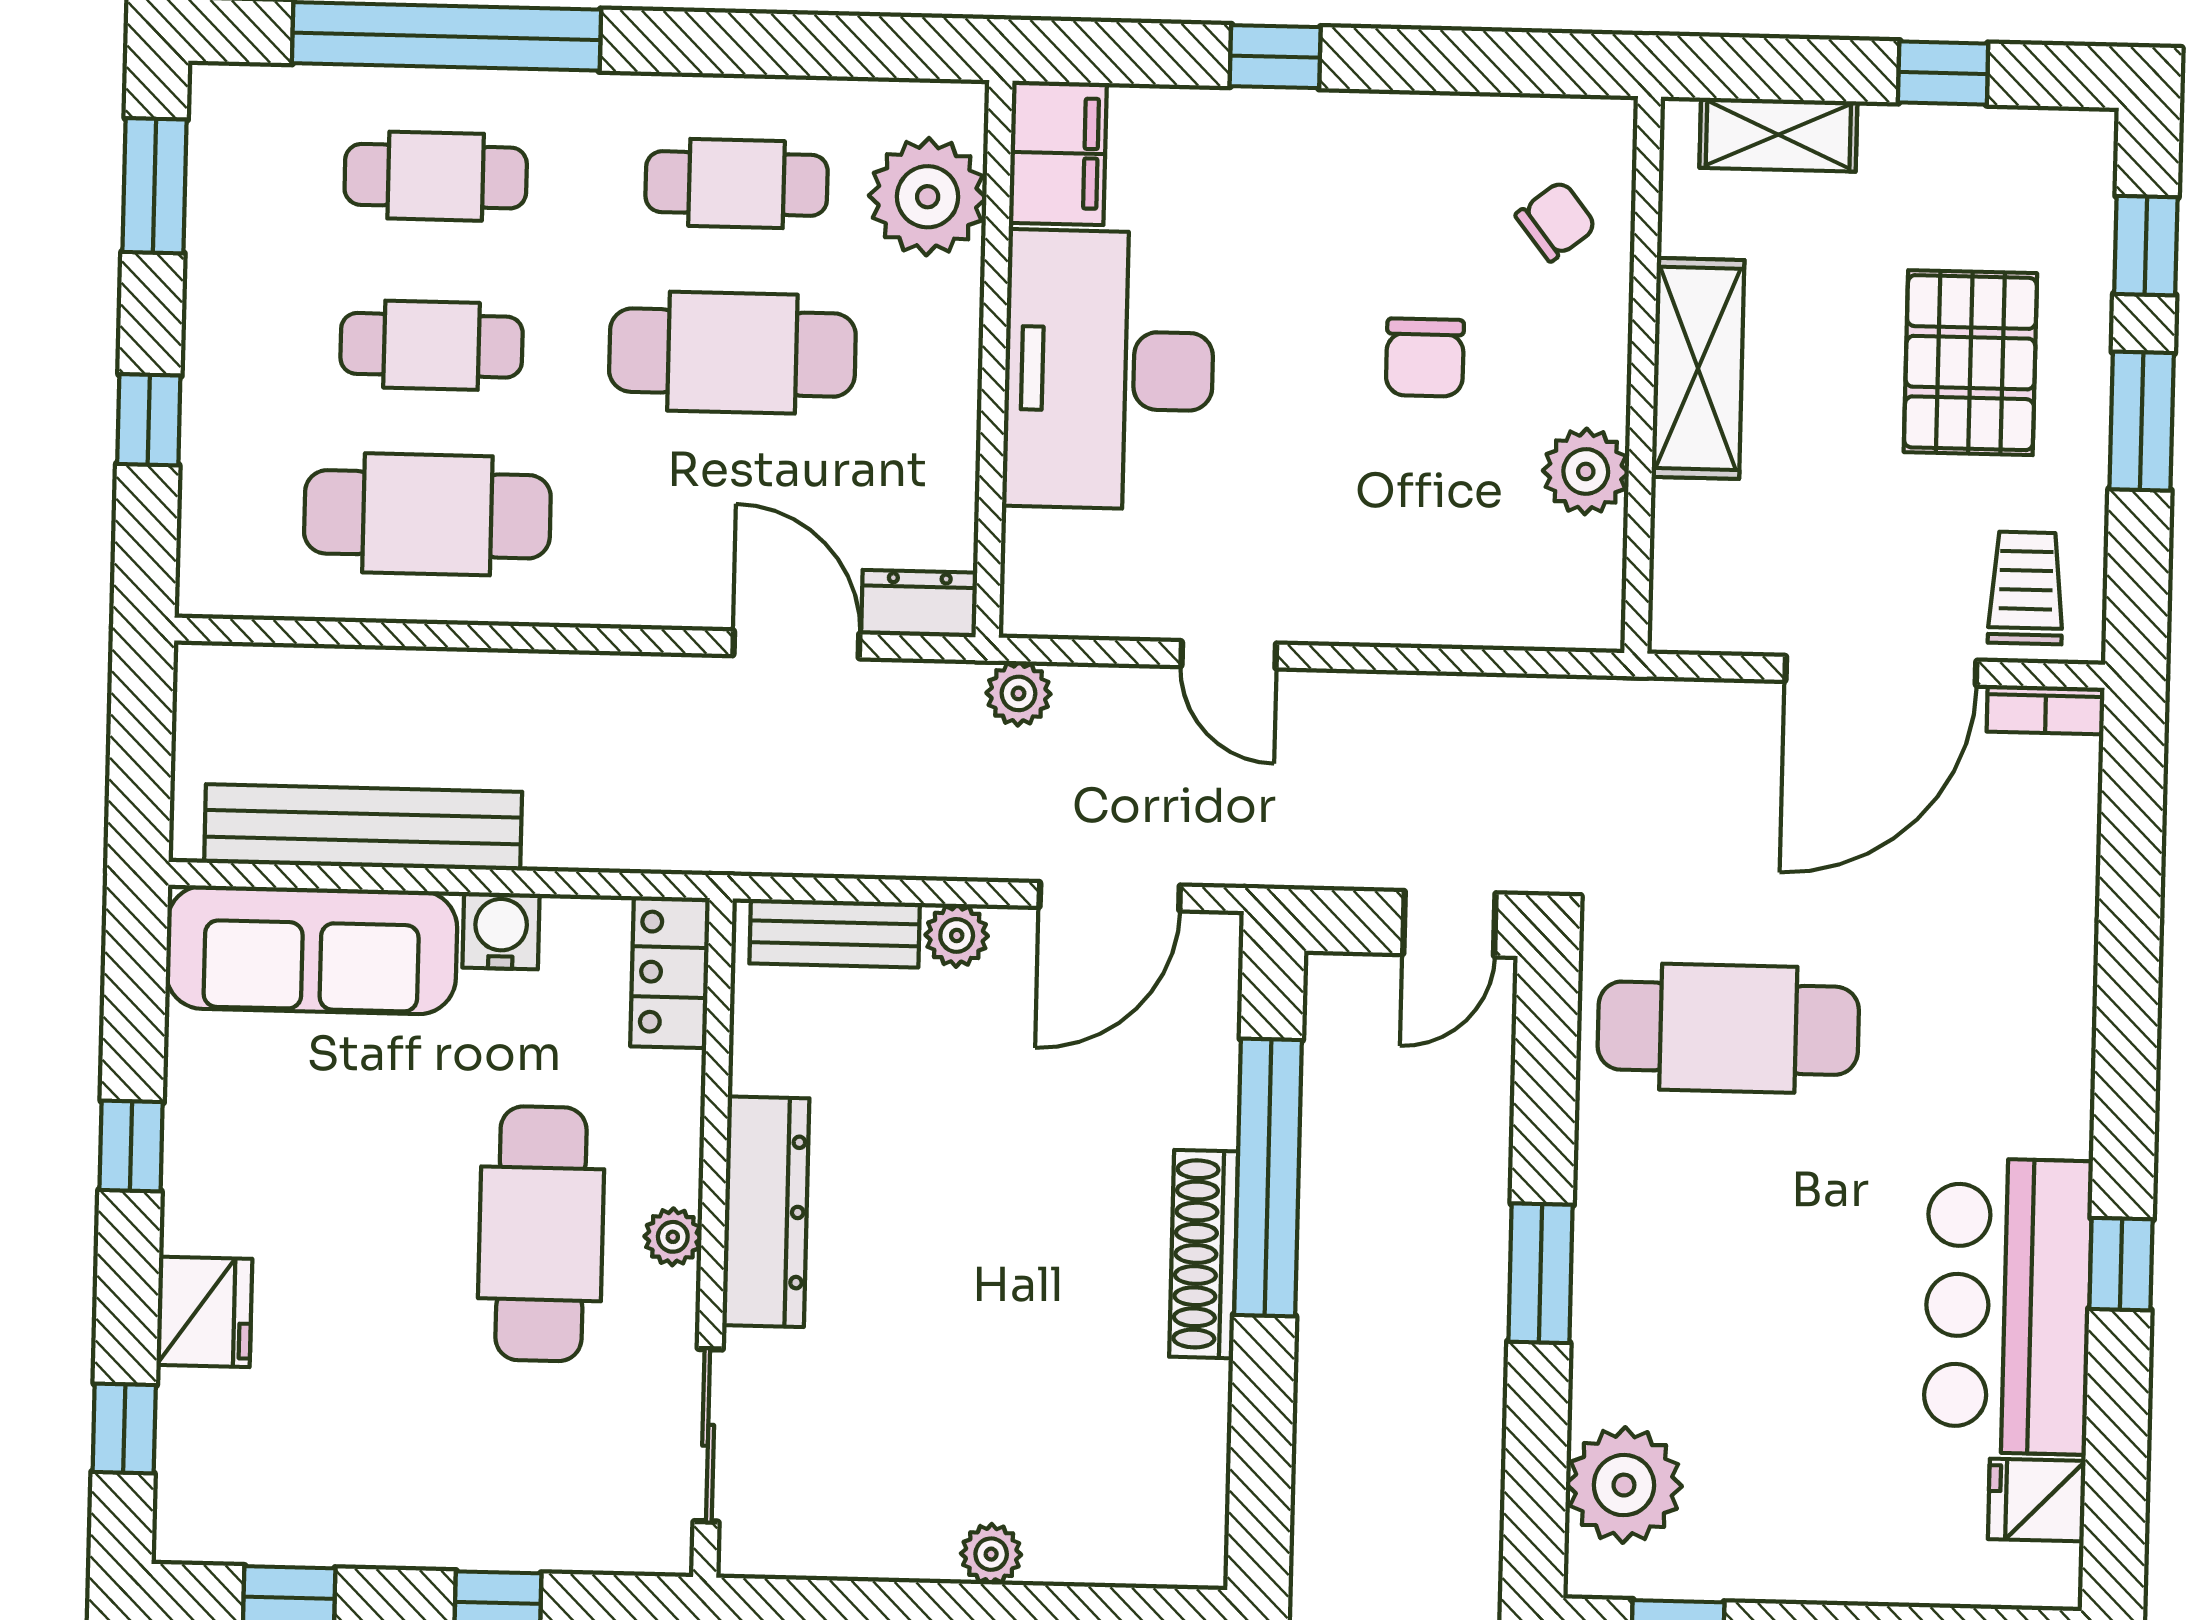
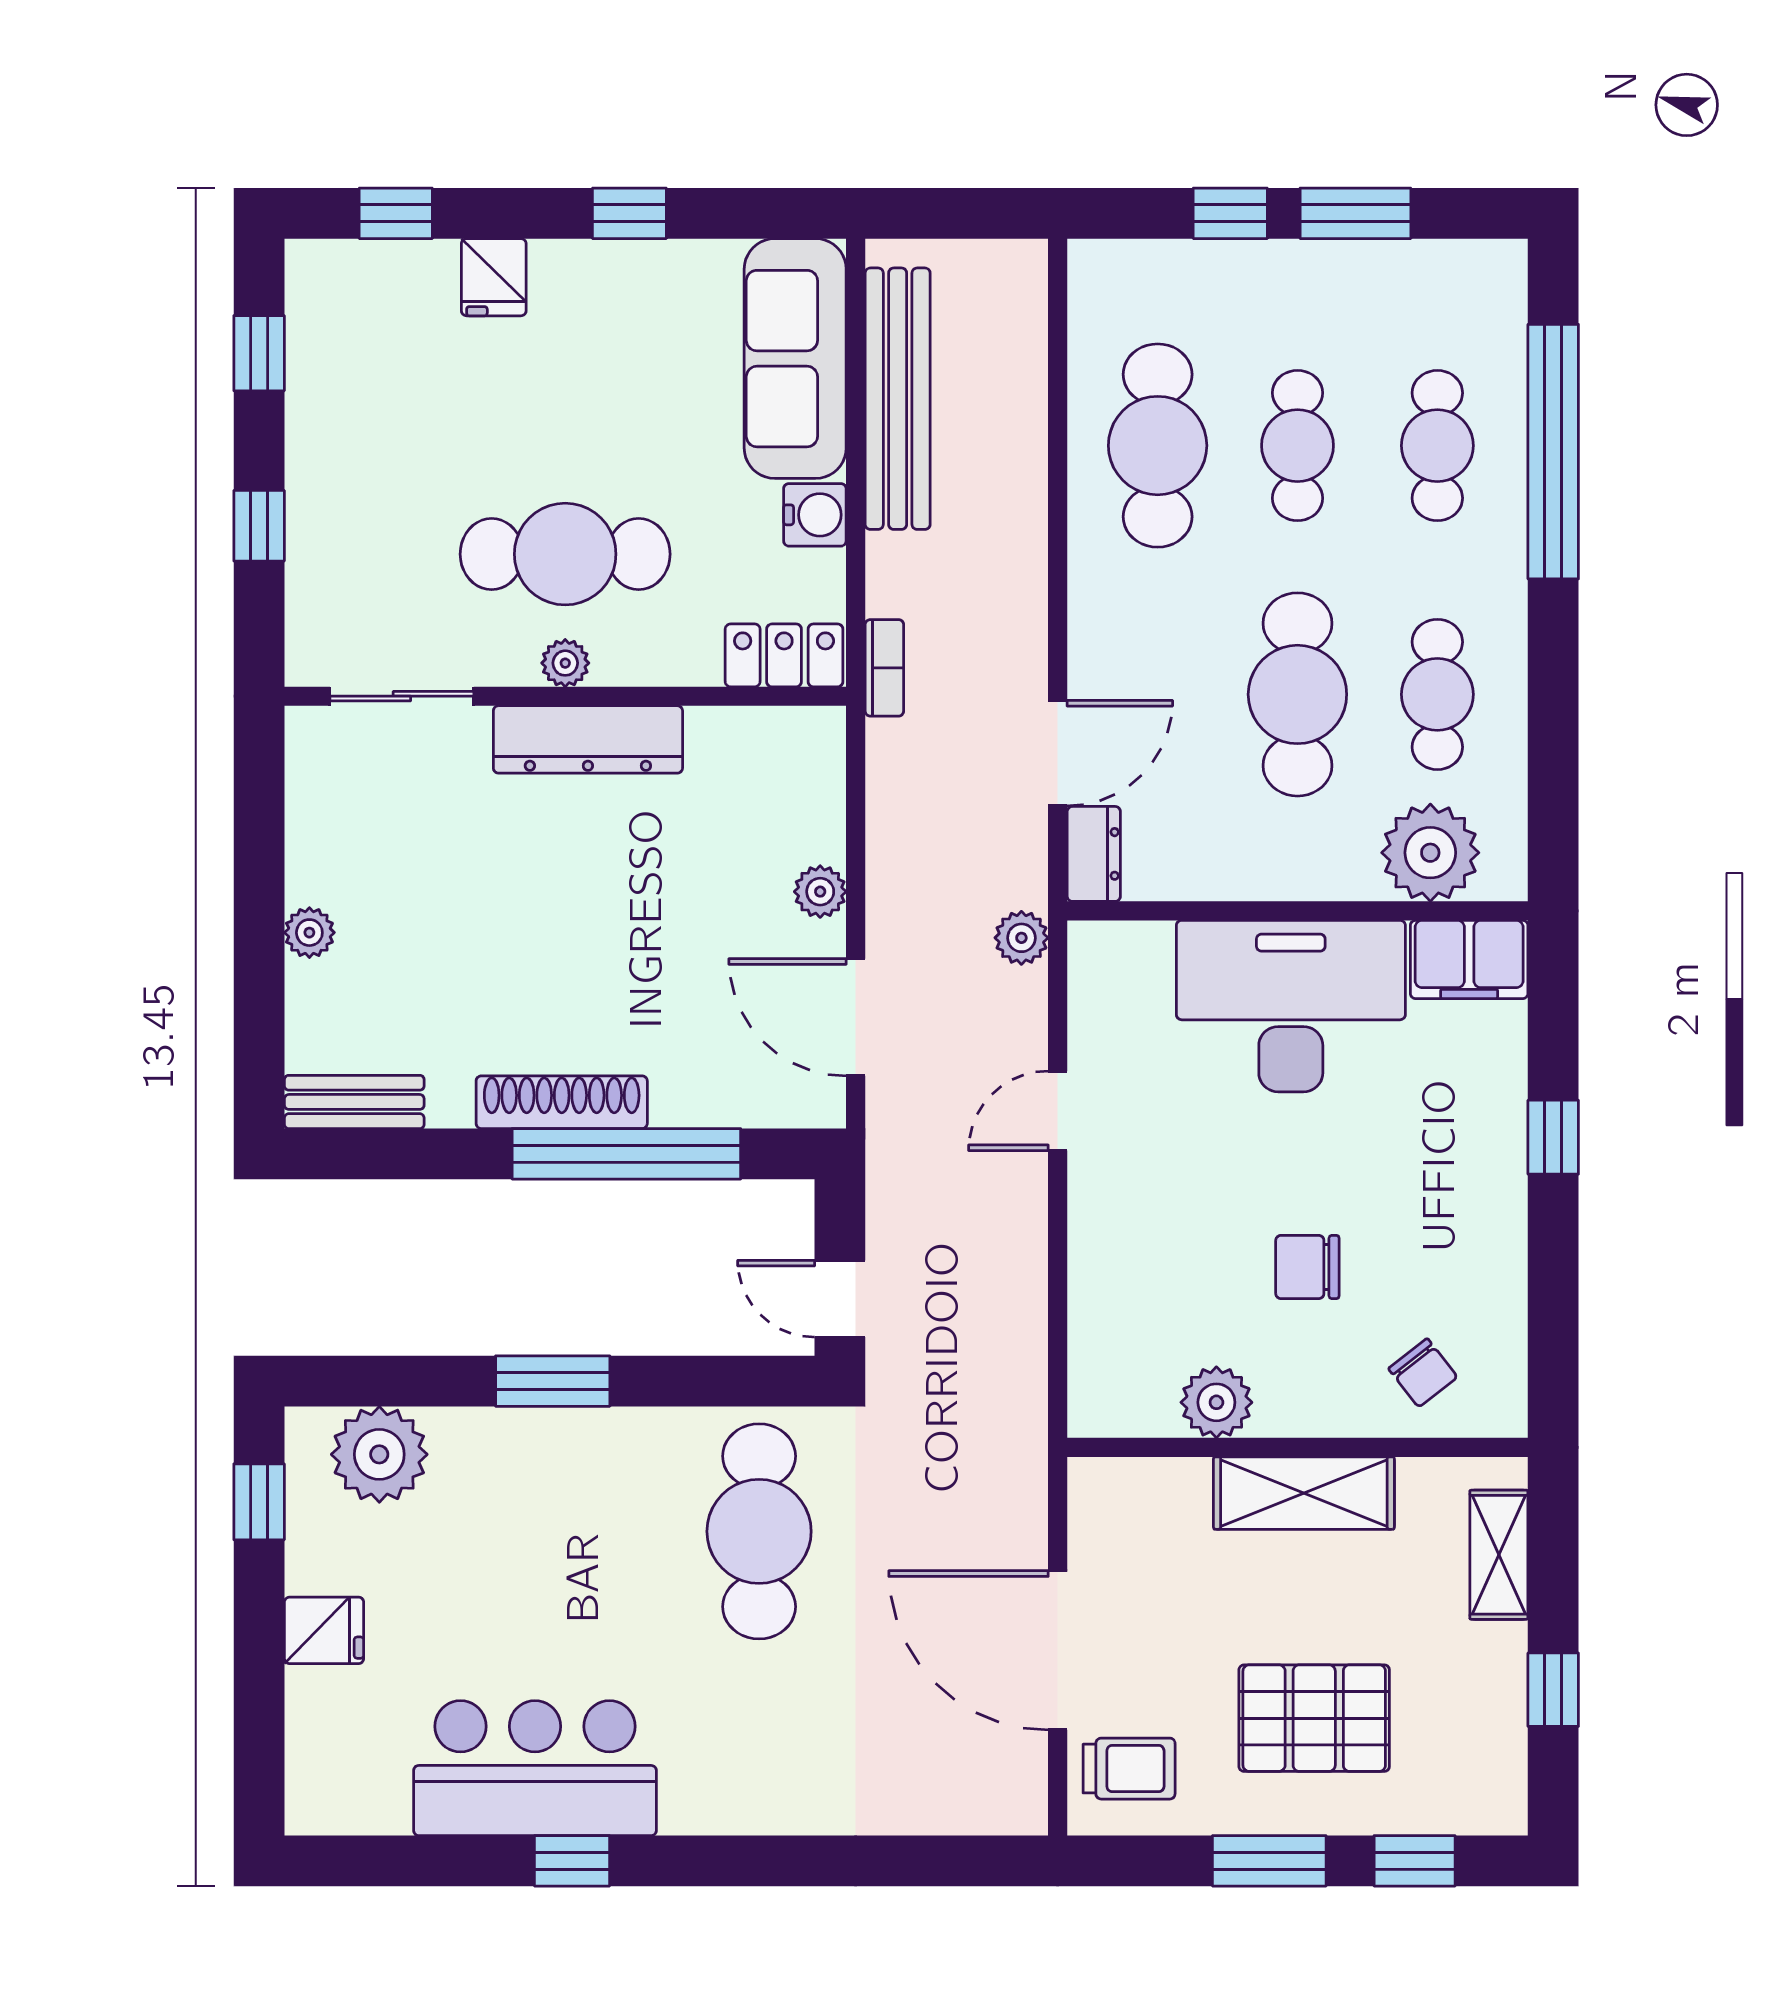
window: (155, 186) -> (1355, 213), moved
bookcase: (2046, 710) -> (884, 668), moved, turned 180
bench: (835, 933) -> (354, 1102), moved, turned 90
fridge: (204, 1312) -> (494, 277), width x0.72
fridge: (2037, 1500) -> (324, 1630), moved, turned 90

